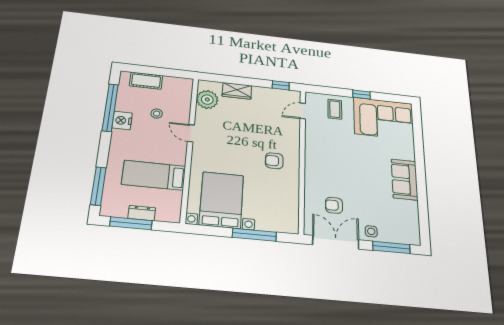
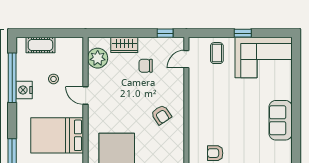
chair: (259, 112) -> (146, 66), added
armchair: (274, 161) -> (161, 115), turned -124
bed: (154, 175) -> (57, 135), width x1.50

